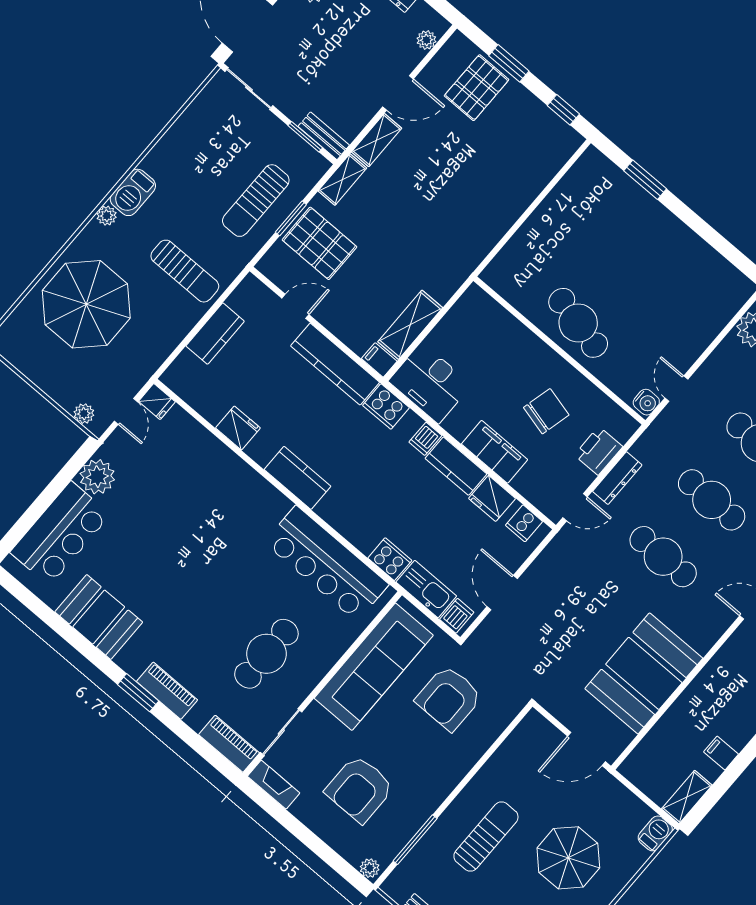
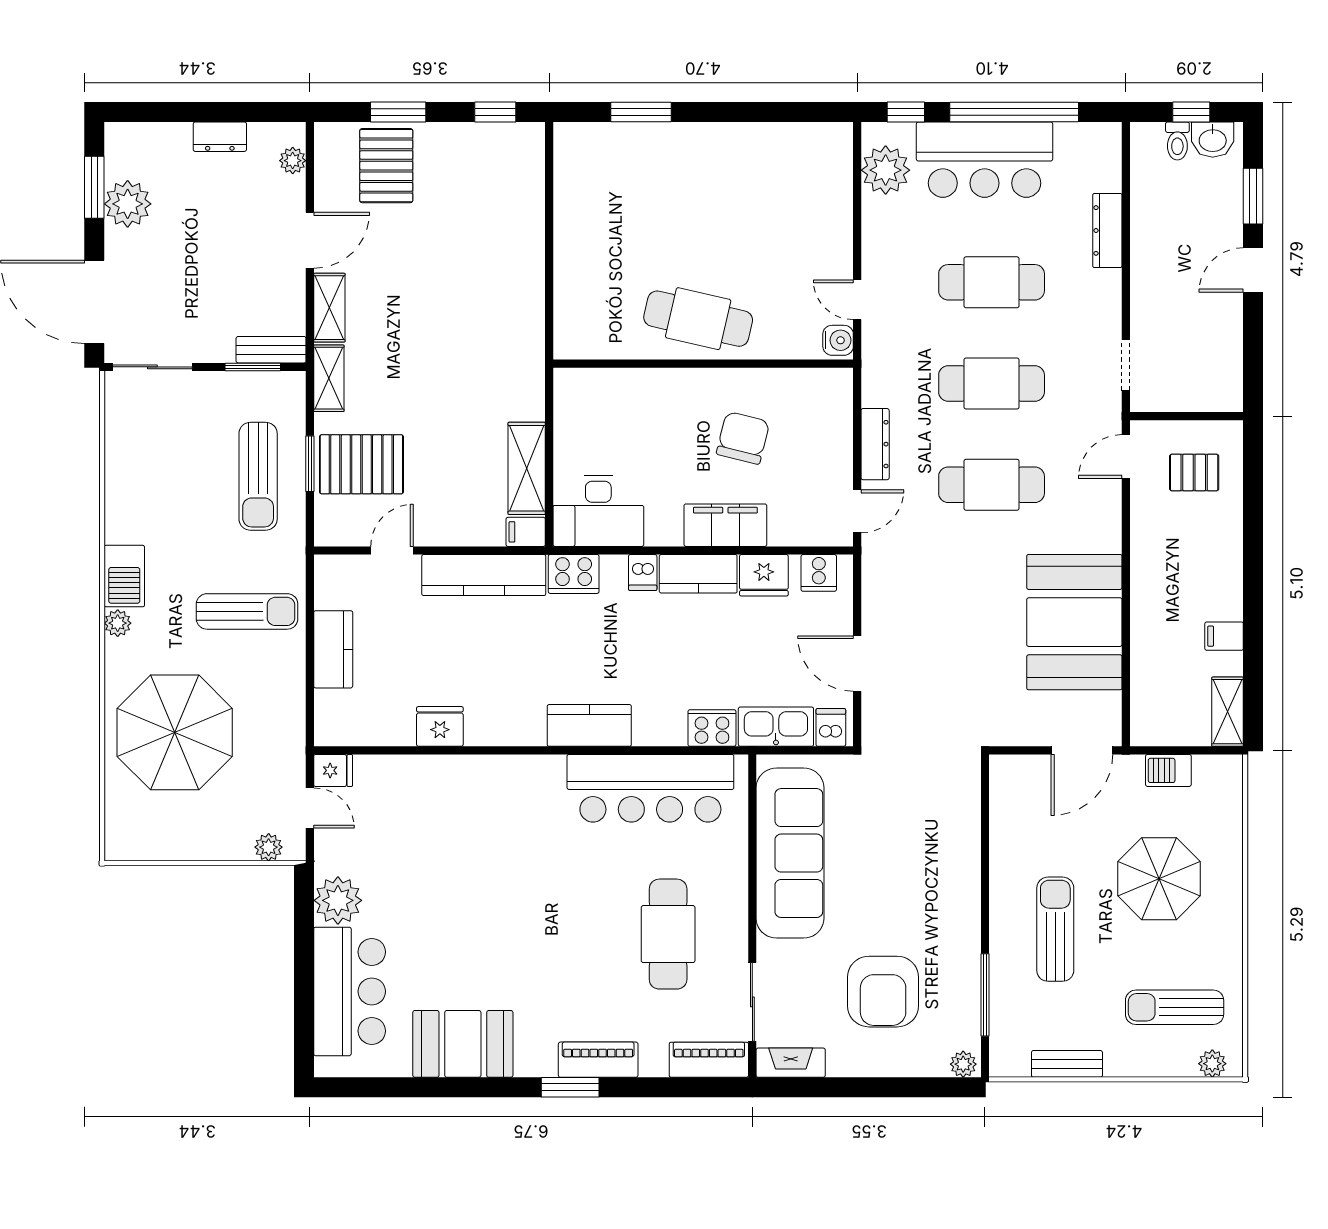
printer: (598, 451) -> (832, 433), removed
kitchen counter: (297, 478) -> (589, 725), moved
armchair: (449, 698) -> (895, 819), removed
barbecue: (655, 833) -> (1168, 770), moved, turned -90

